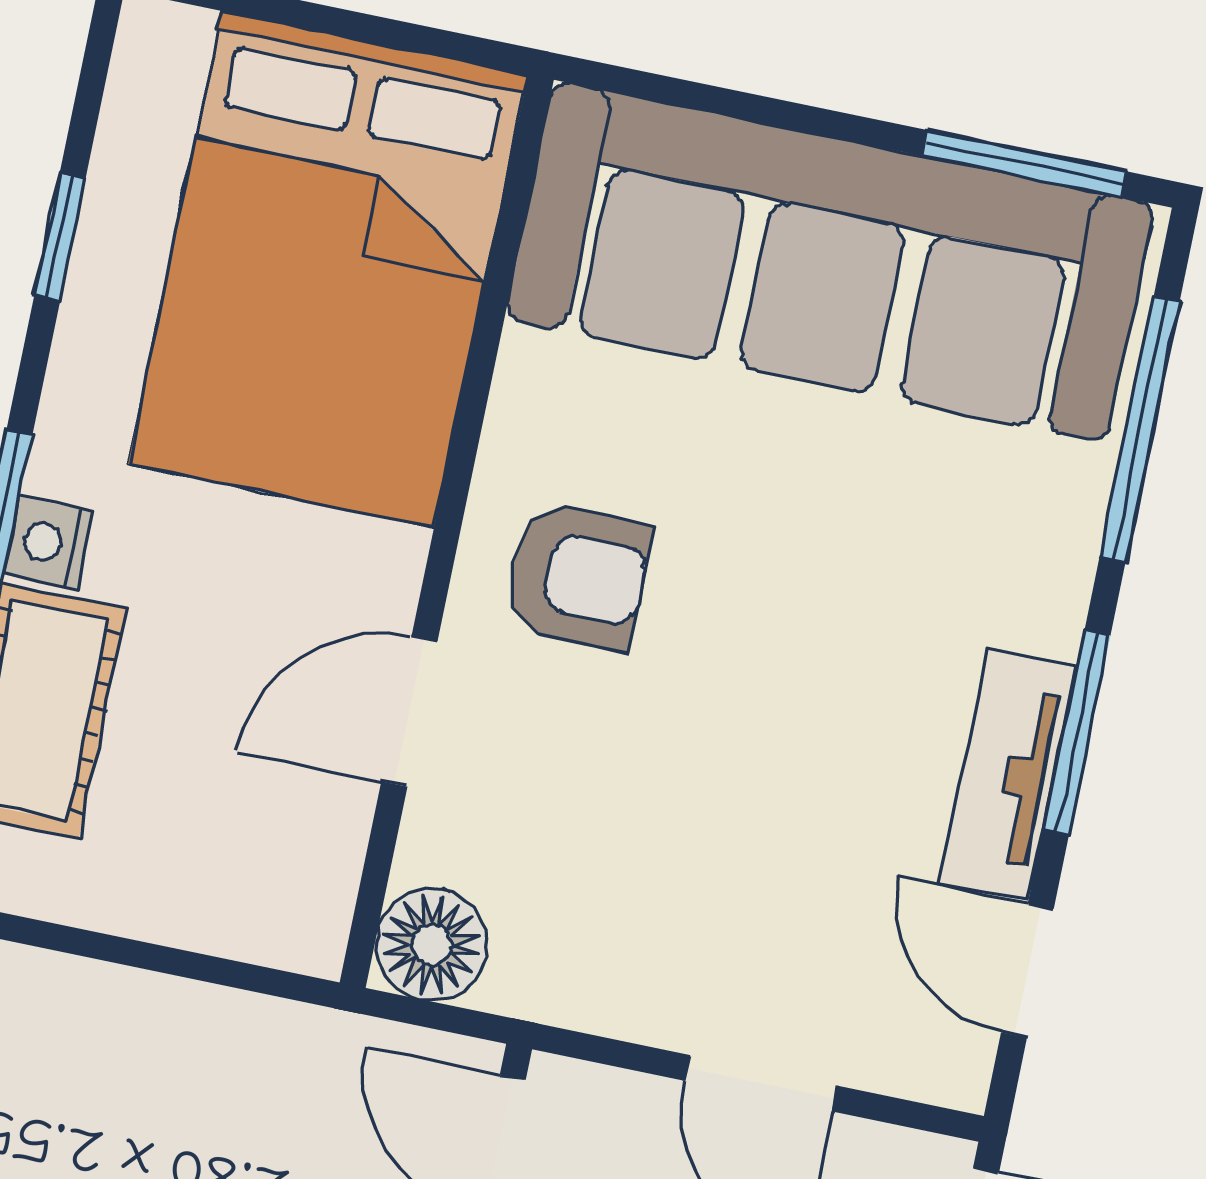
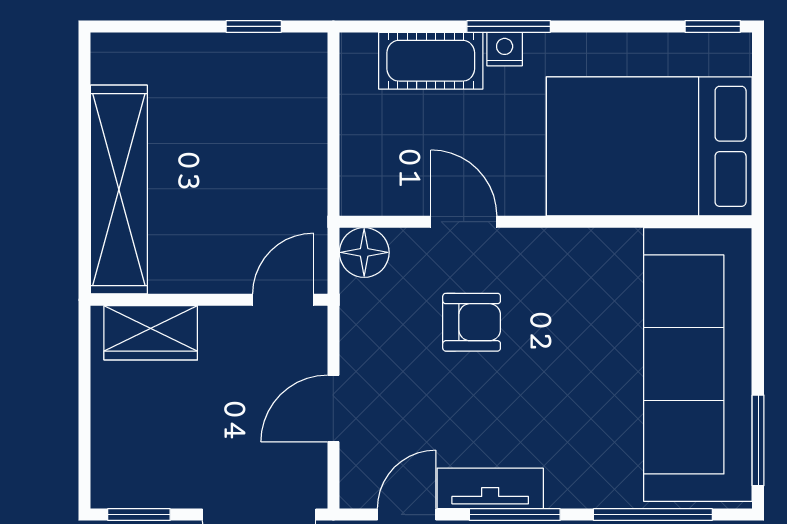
window: (60, 237) -> (713, 26), moved
armchair: (577, 576) -> (472, 322), moved, turned -90

